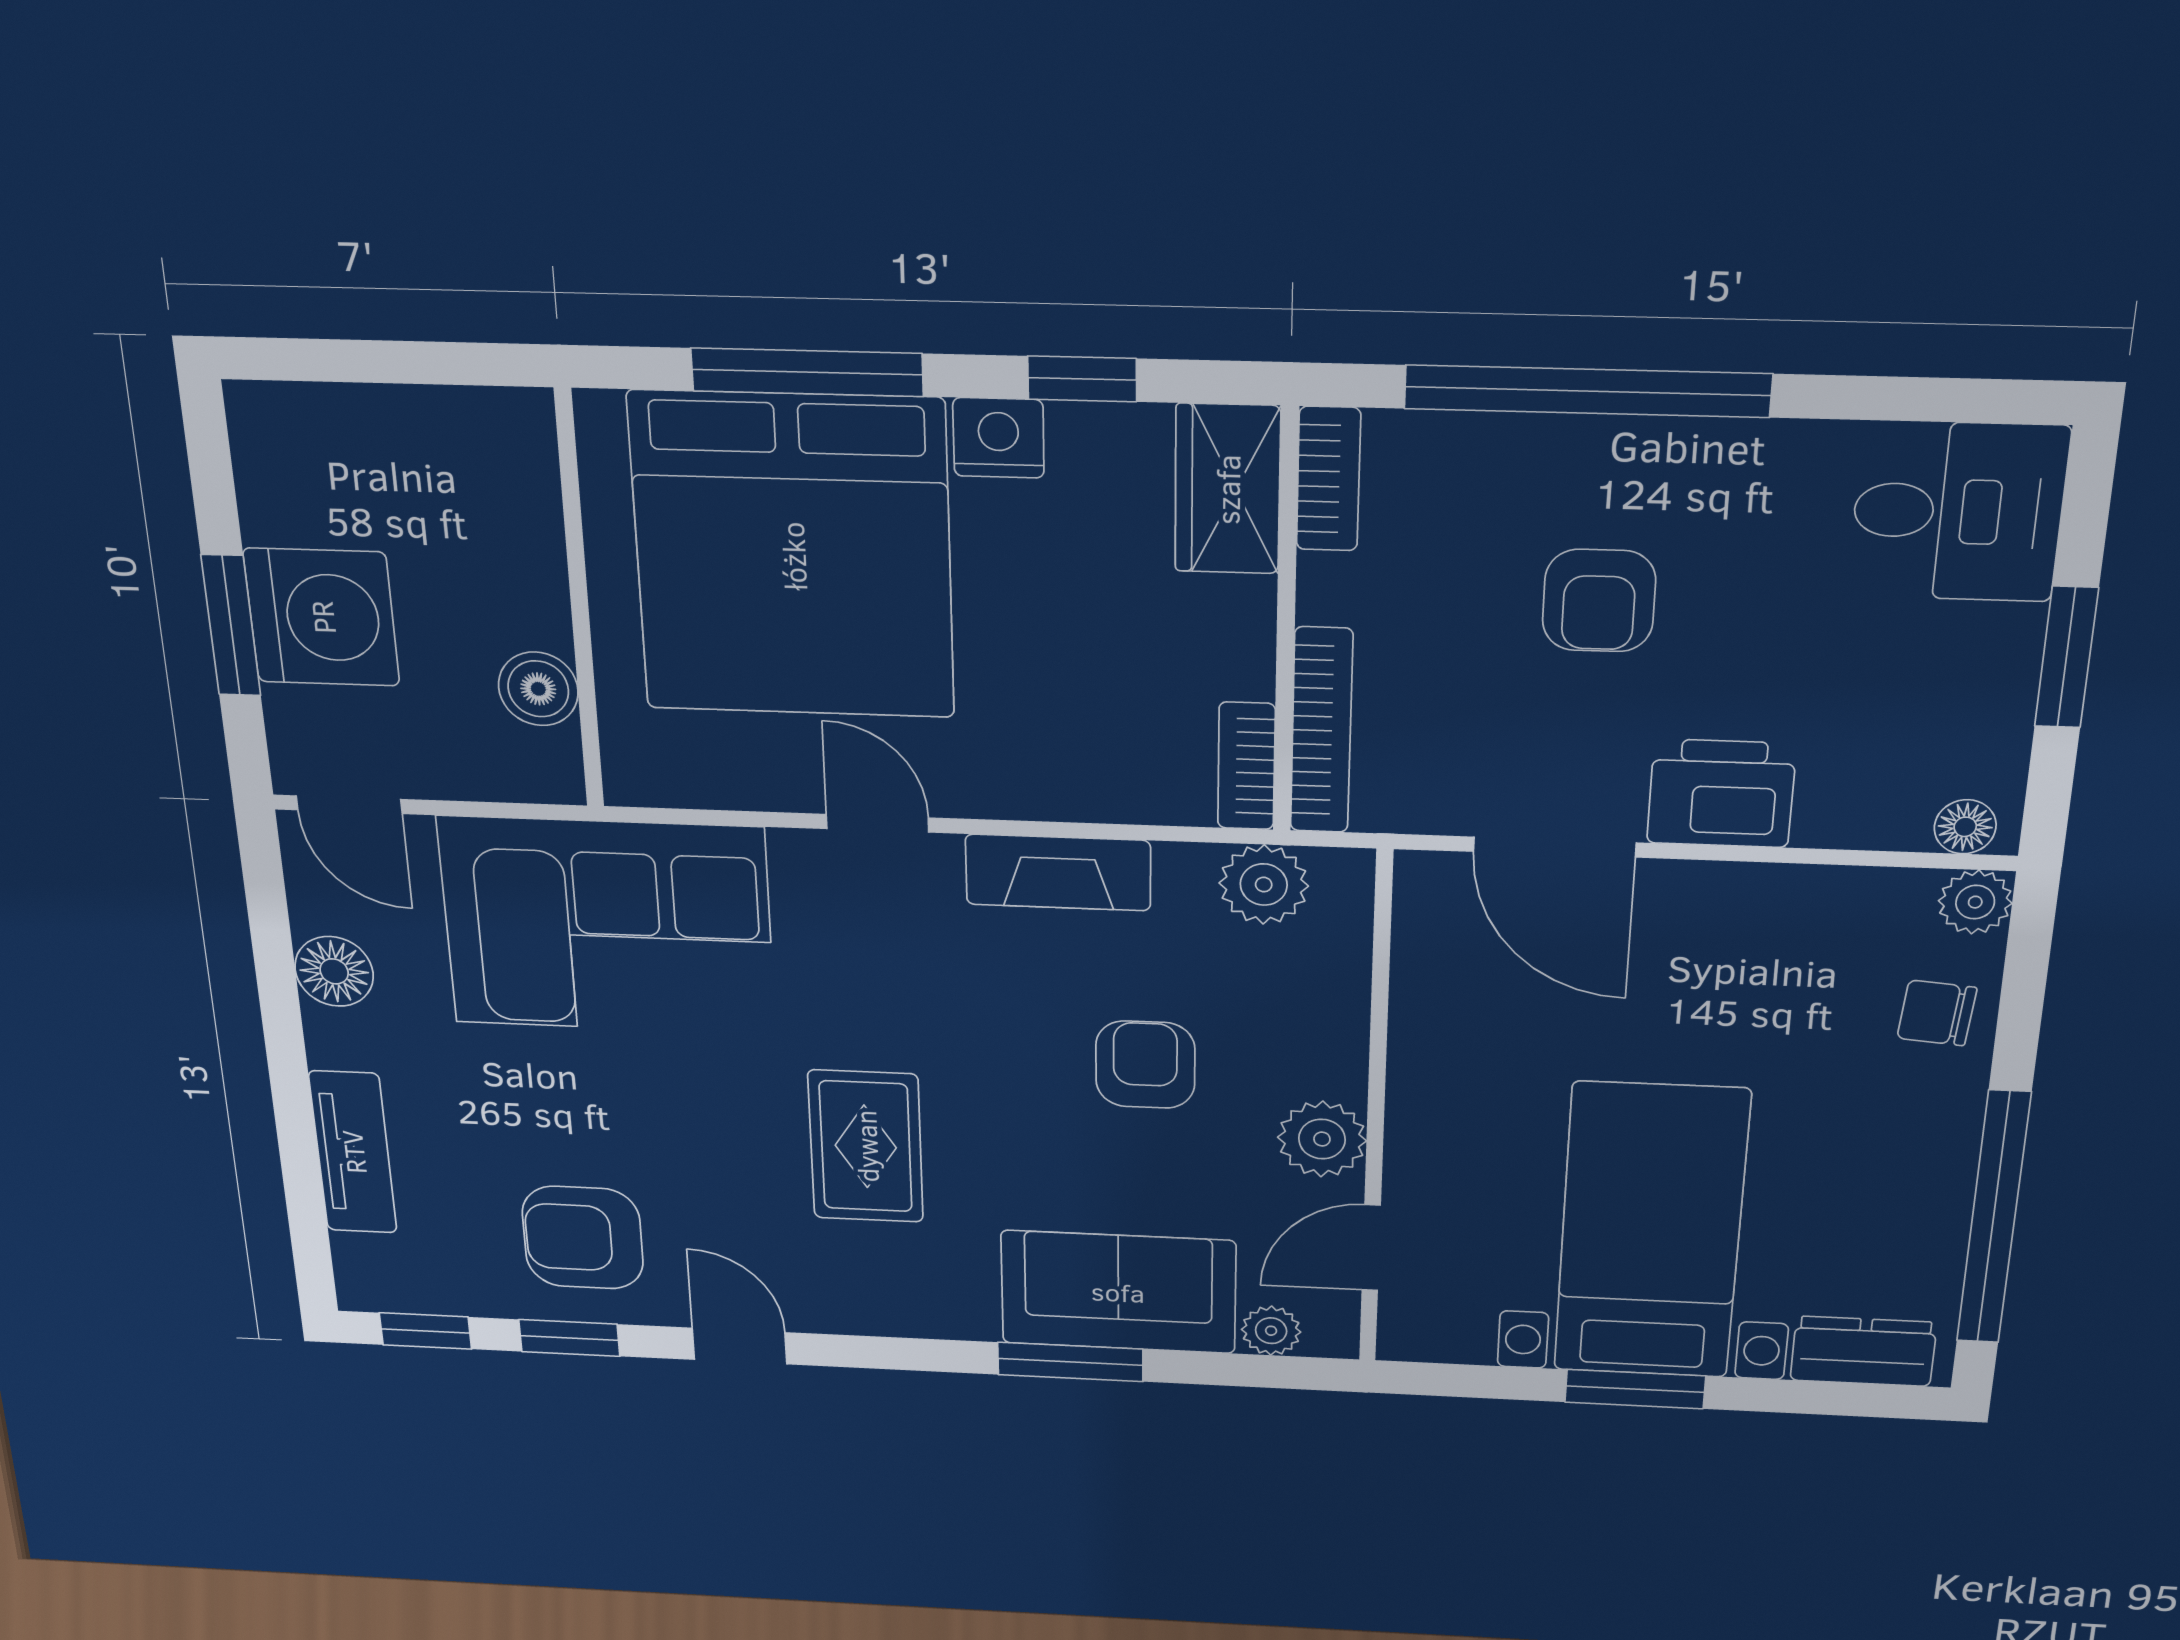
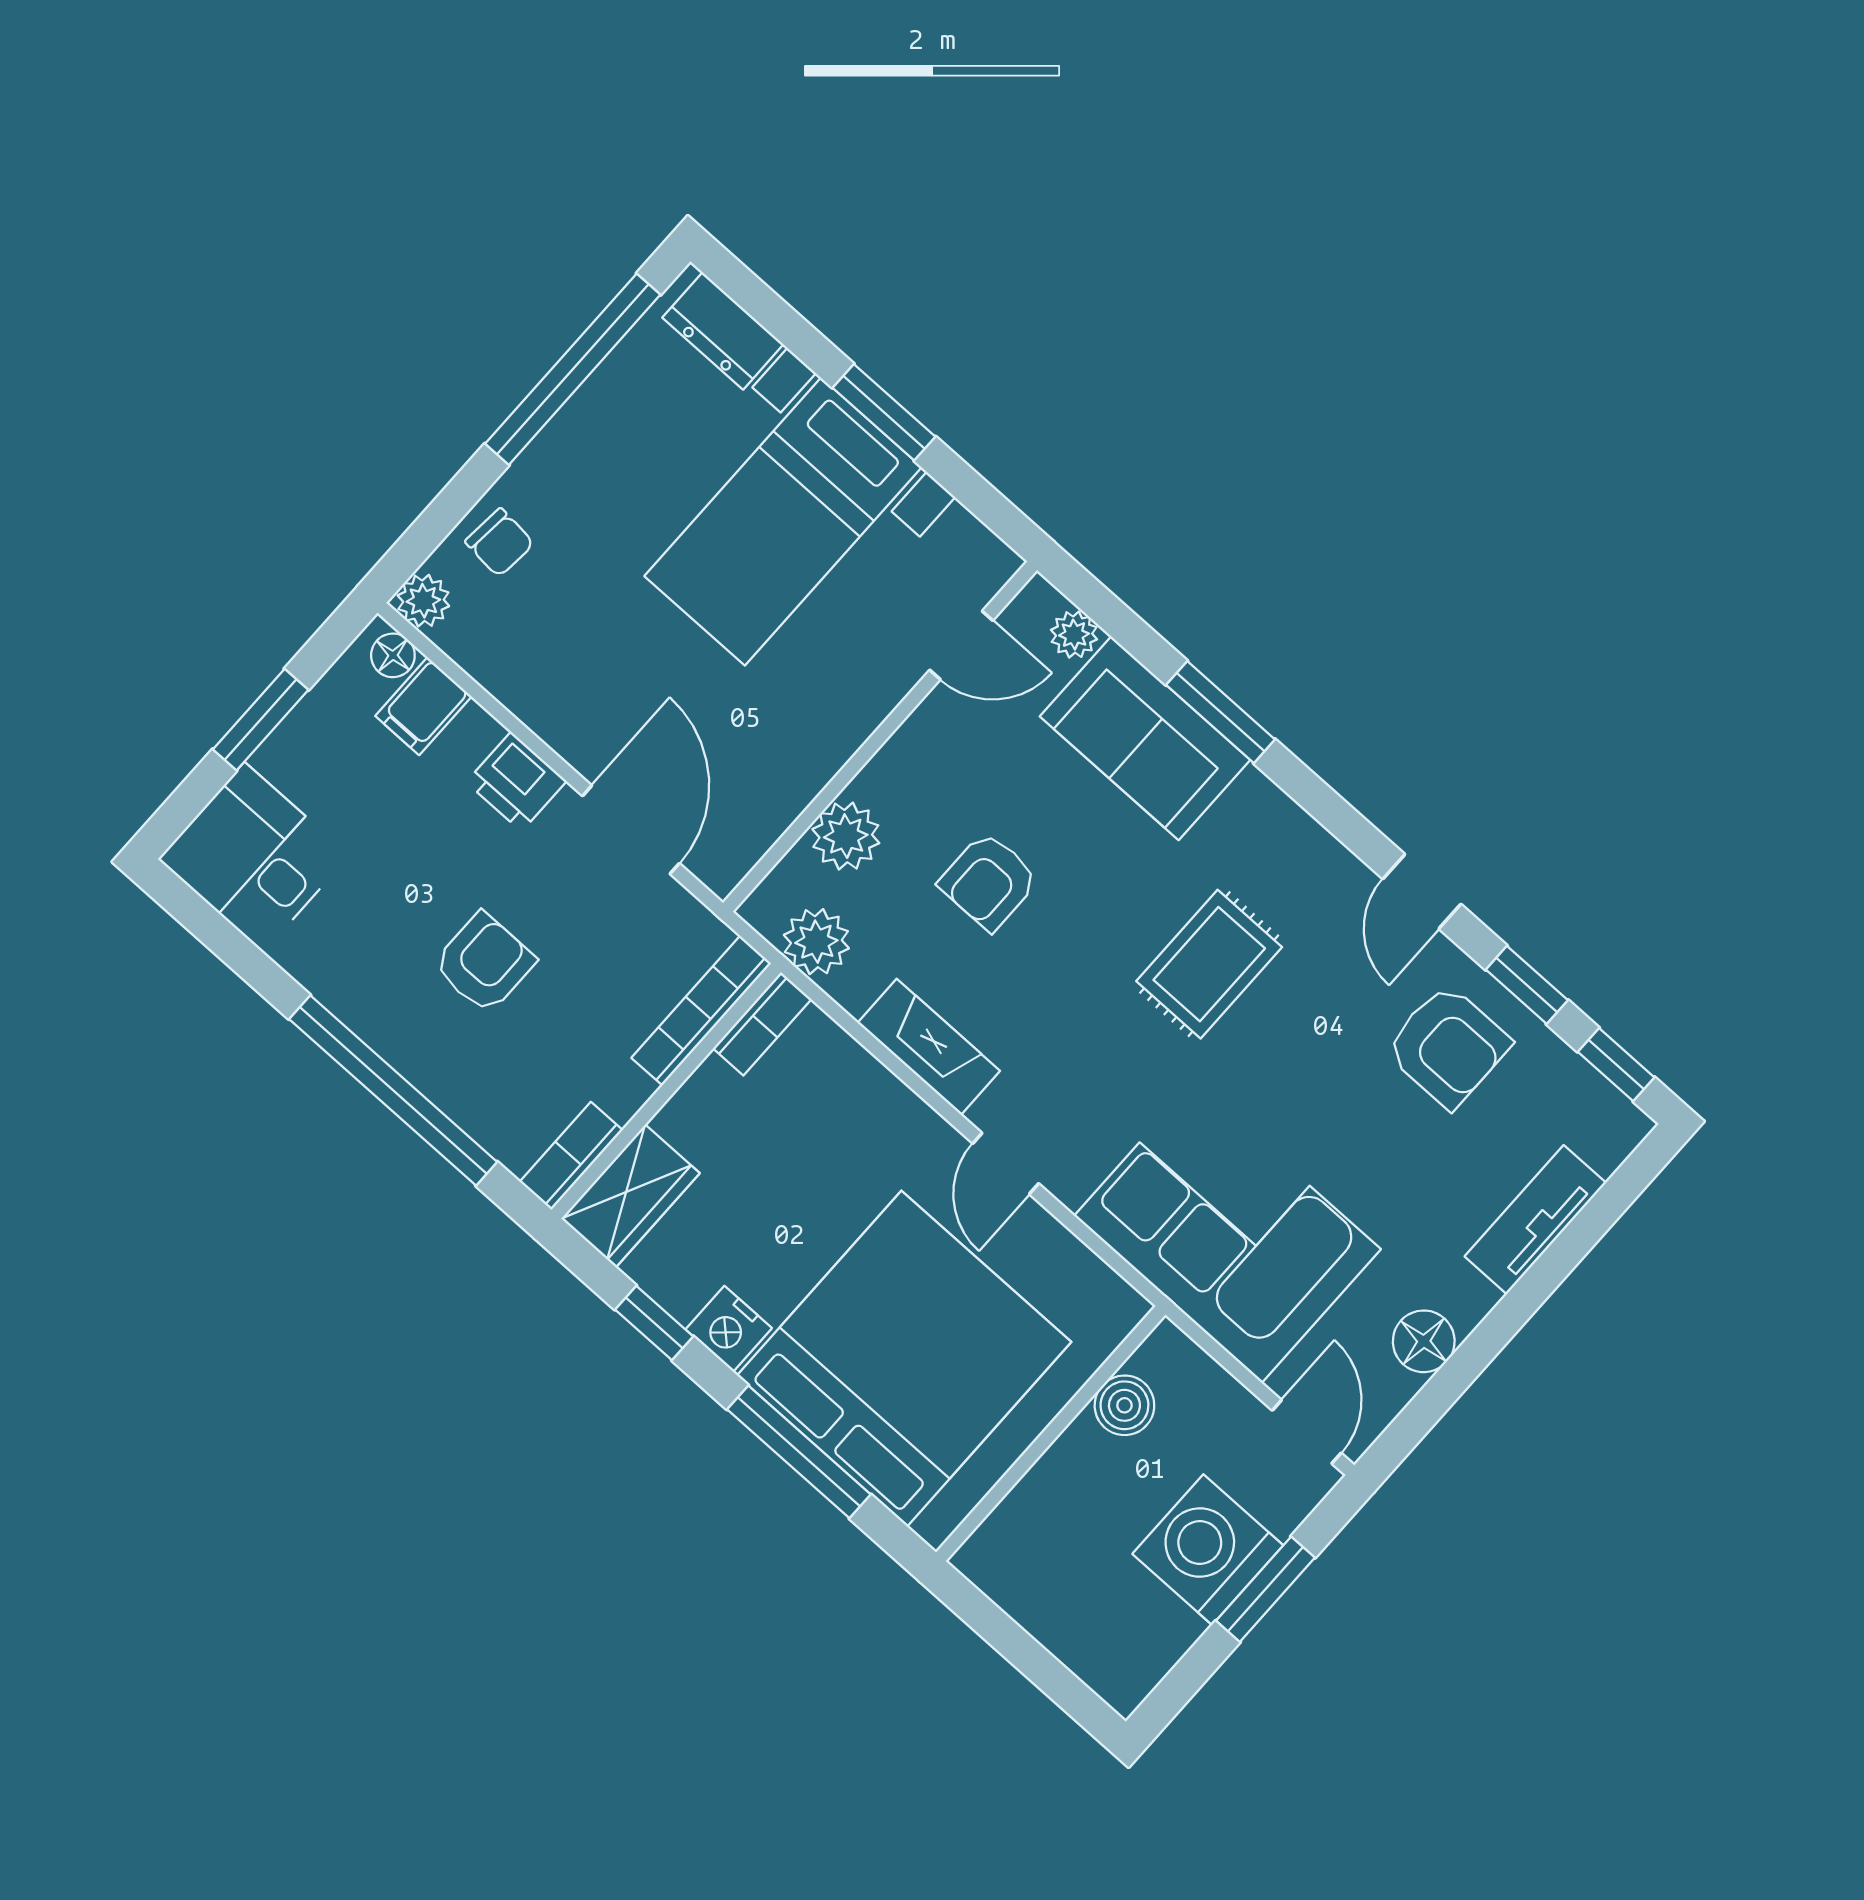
printer: (1721, 793) -> (516, 782), width x0.73, depth x0.81
filing cabinet: (1888, 802) -> (423, 706), added
plant: (1322, 1139) -> (846, 836), moved

